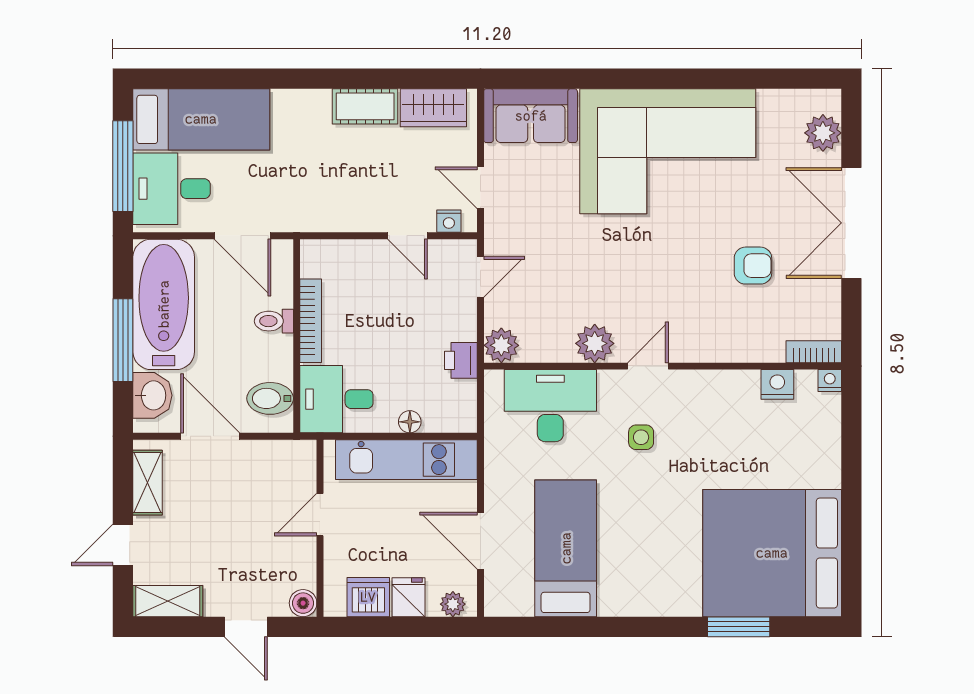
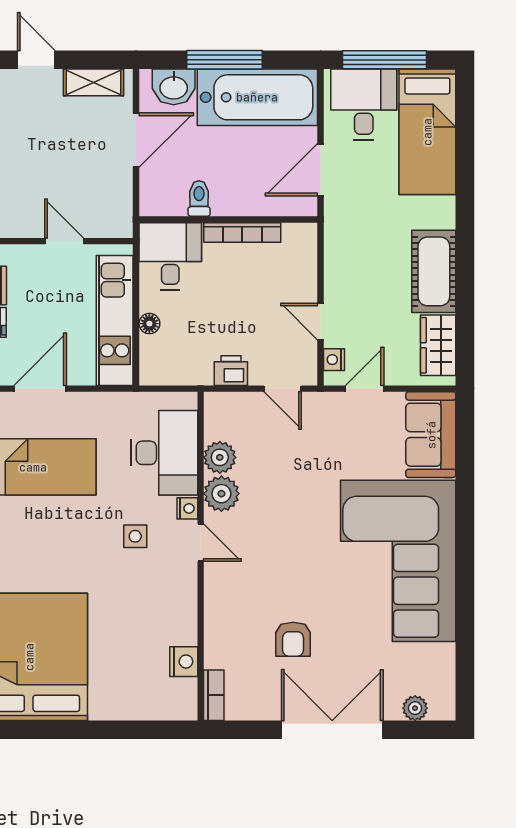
cot: (365, 106) -> (434, 271), width x1.37, depth x1.34
plant: (823, 133) -> (415, 708), width x0.73, depth x0.73
door: (407, 236) -> (320, 321), hinge flipped
toilet: (274, 321) -> (199, 199), moved
plant: (501, 345) -> (220, 457), moved
printer: (461, 360) -> (231, 371), moved
nightstand: (830, 380) -> (187, 508), moved
bidet: (270, 398) -> (171, 195), removed

